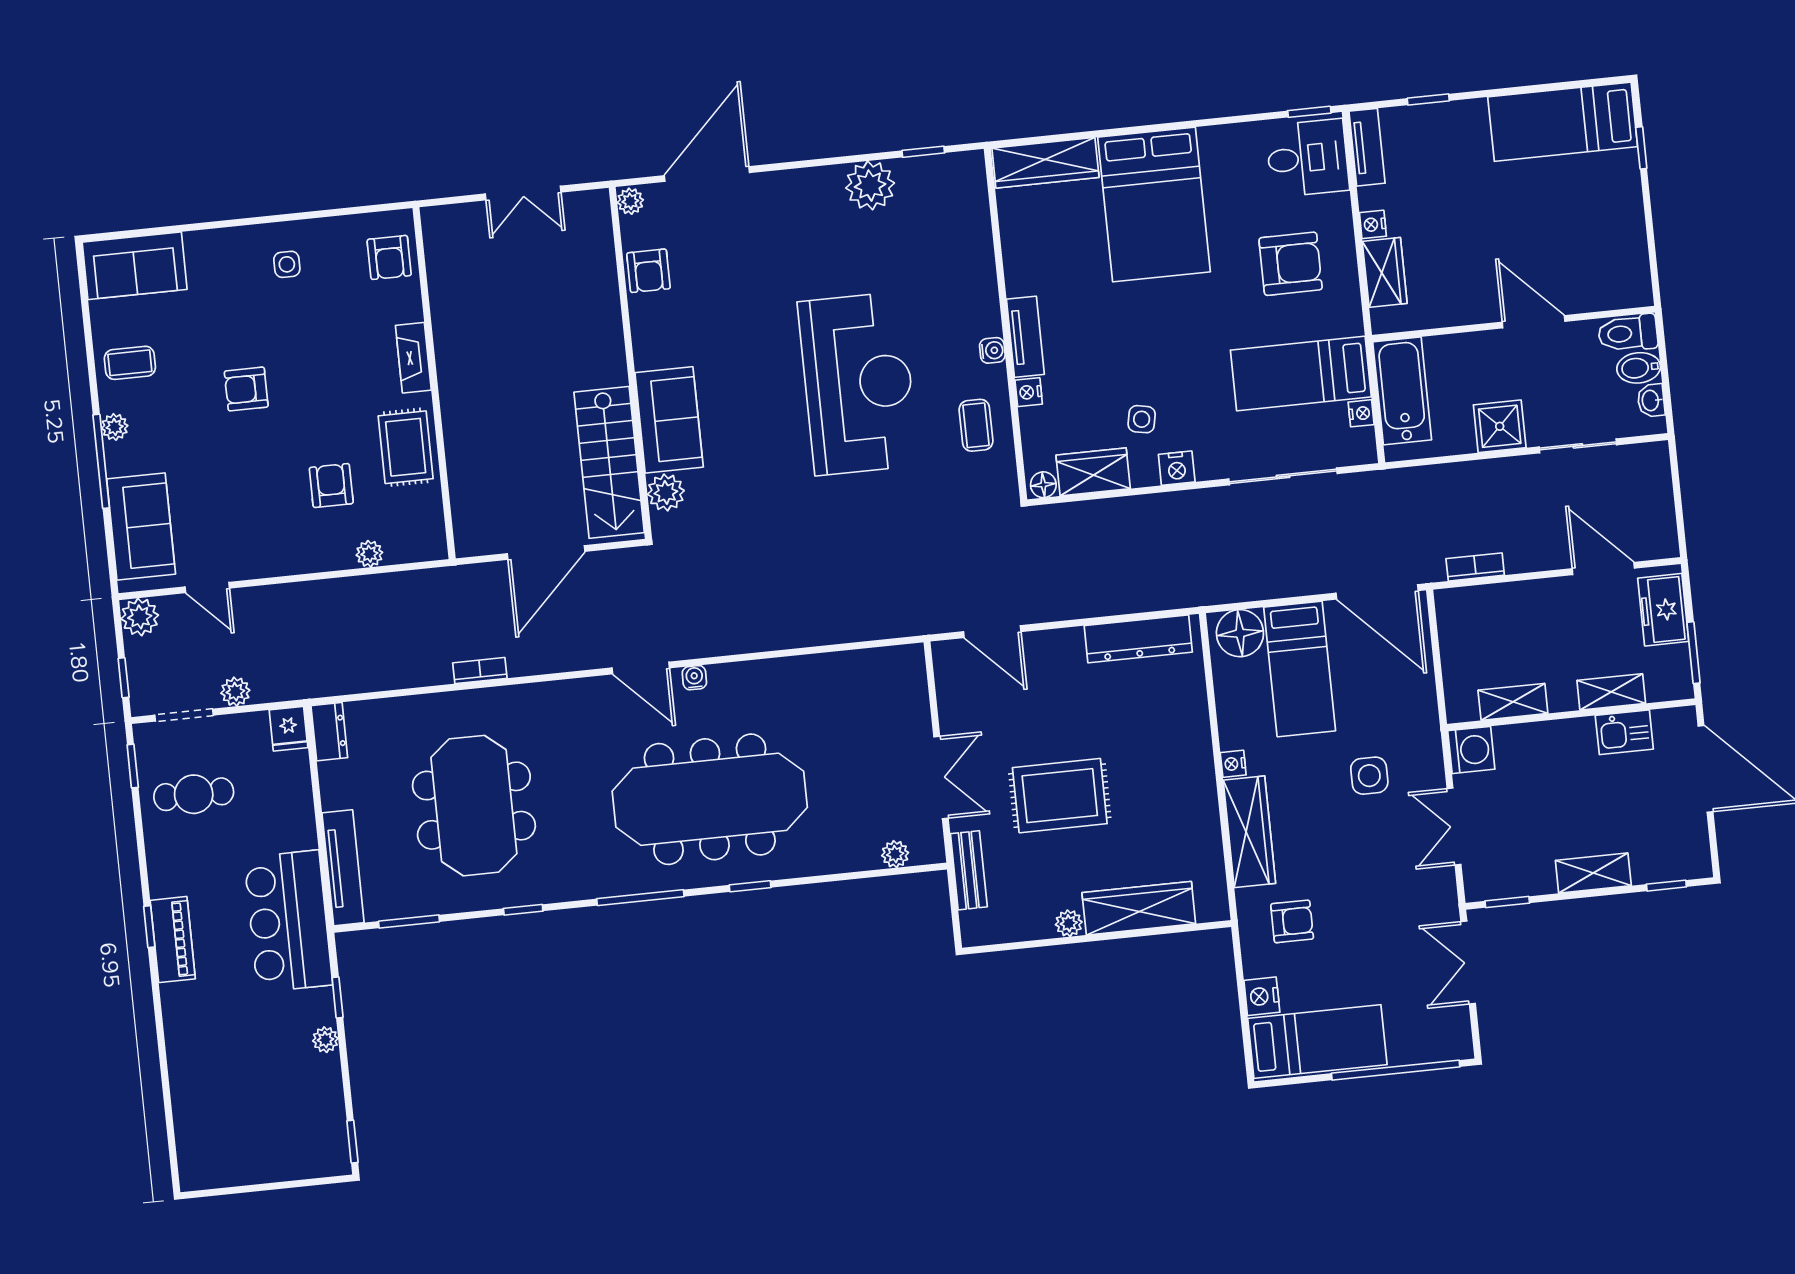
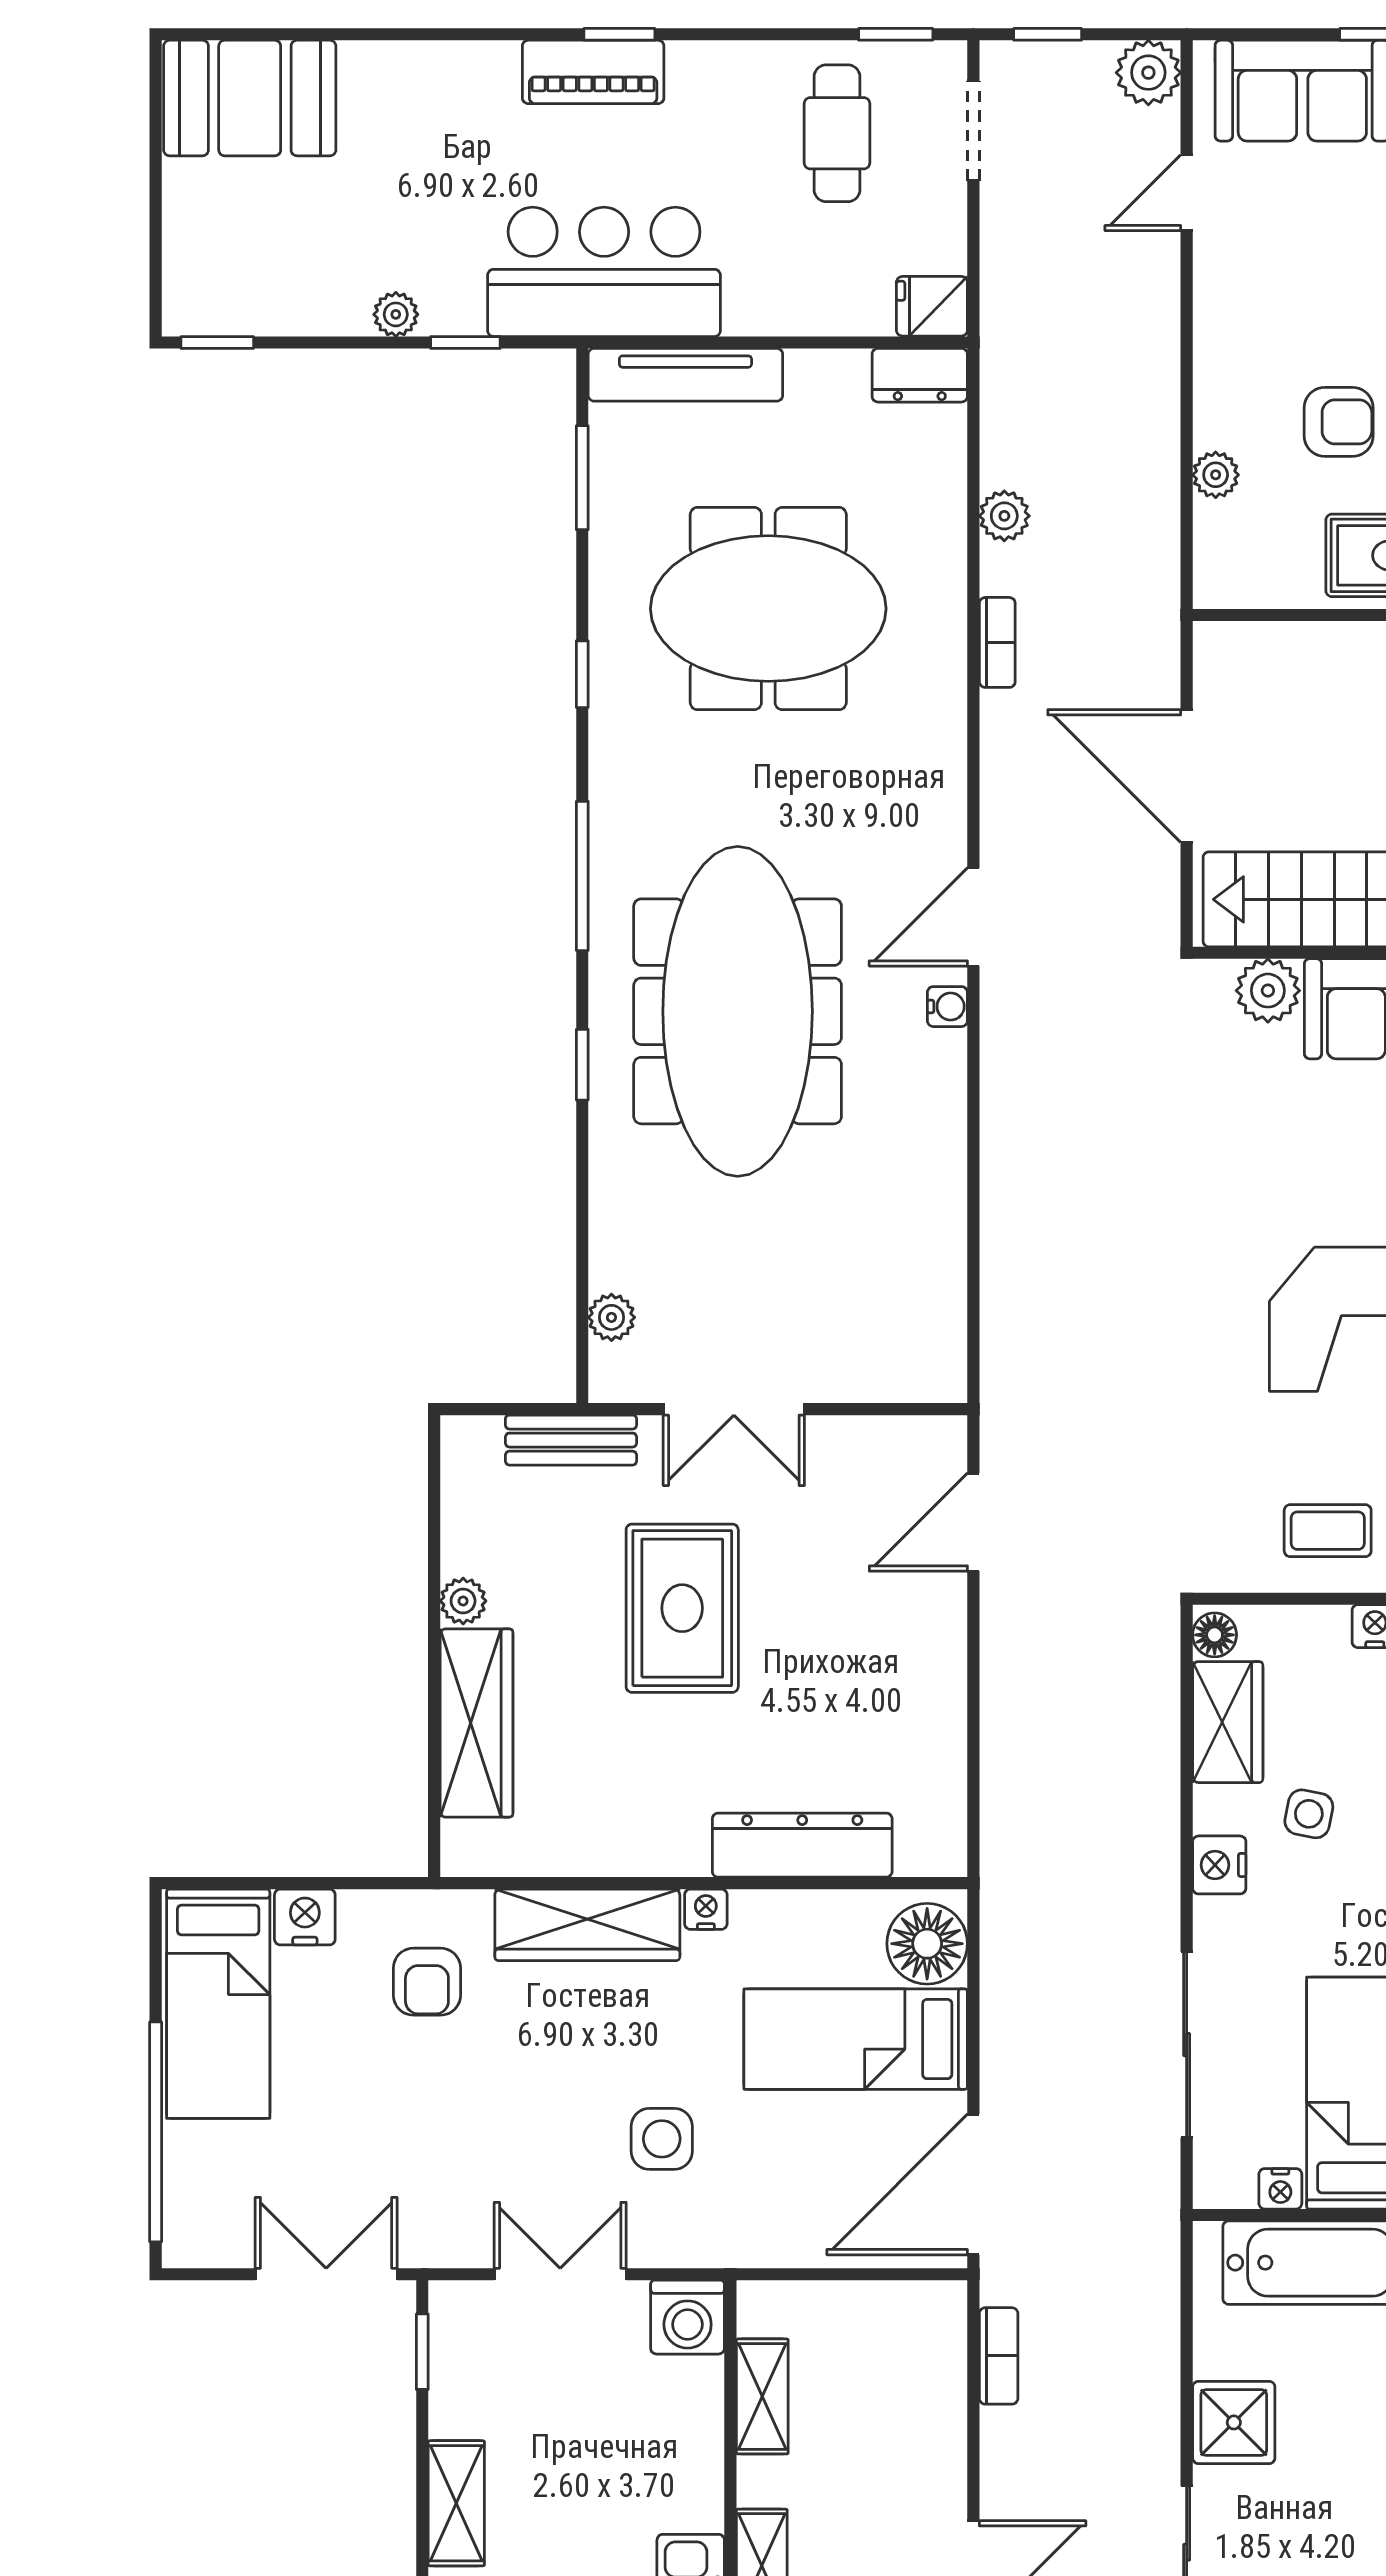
dresser: (1138, 639) -> (802, 1845), moved, turned 90
plant: (235, 692) -> (1004, 516), moved
booth: (208, 1137) -> (250, 98), added

